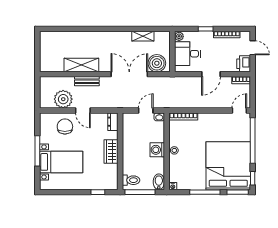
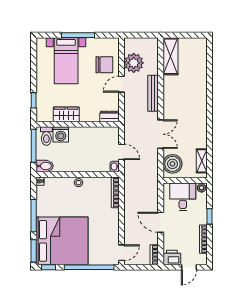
shelving: (143, 36) -> (202, 161), moved
shelving: (81, 65) -> (171, 56), moved
double door: (129, 74) -> (161, 134), width x0.73
bench: (87, 81) -> (153, 93), width x1.36
door: (239, 110) -> (122, 253), hinge flipped
washing machine: (157, 150) -> (61, 134), moved, turned 180
wardrobe: (111, 151) -> (66, 114), moved

